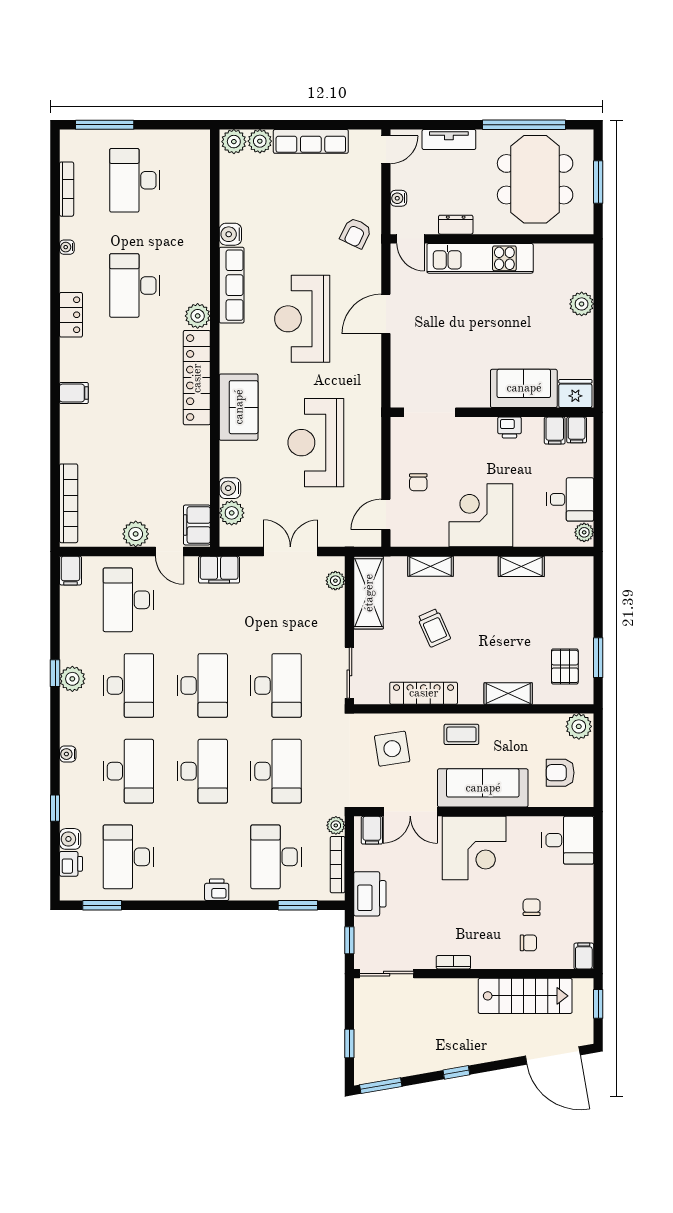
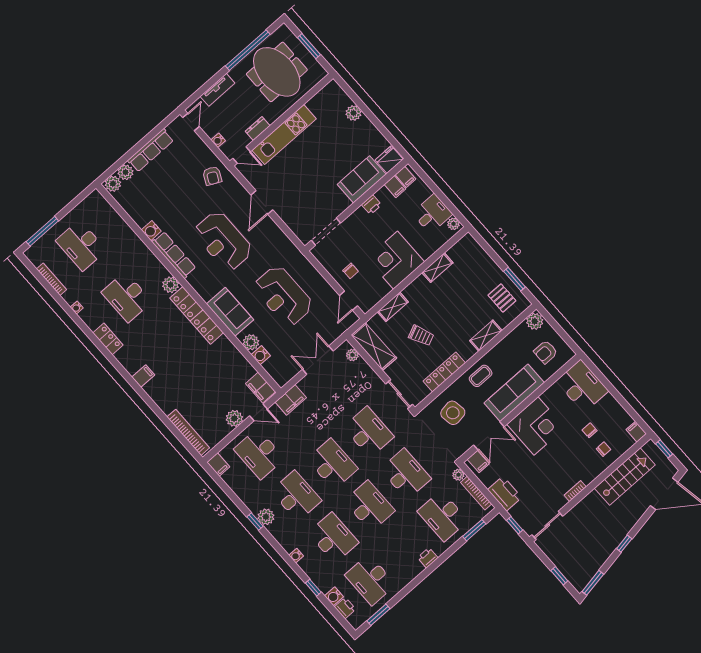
plant: (232, 513) -> (251, 342), moved
desk: (568, 840) -> (582, 386), width x1.37

